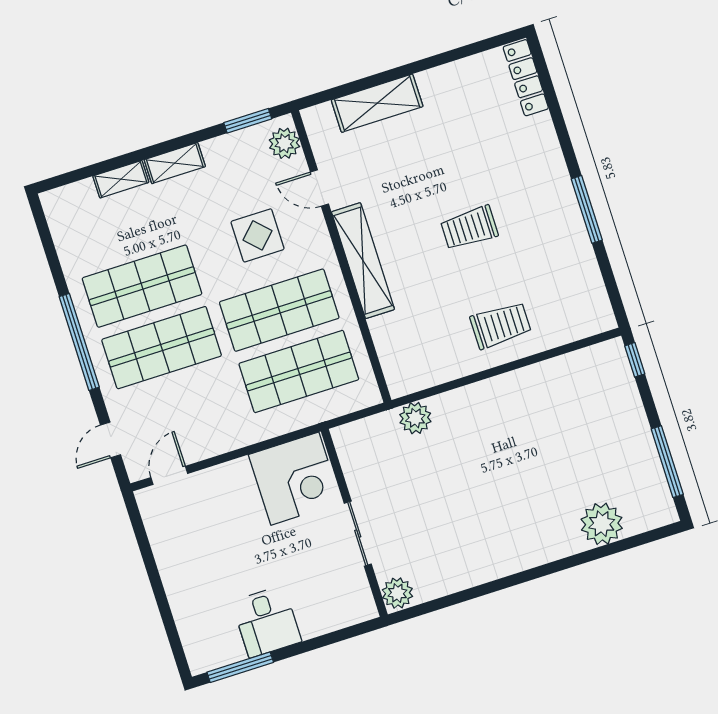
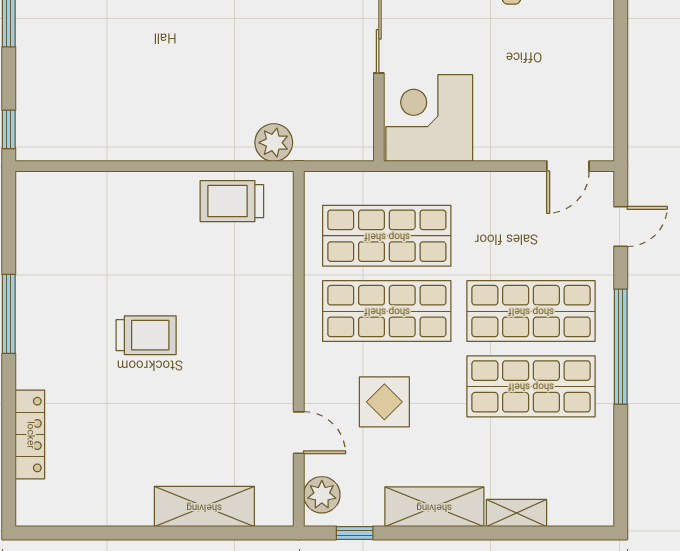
locker: (526, 78) -> (30, 435), moved
window: (248, 121) -> (355, 533), width x0.67
shelving: (175, 163) -> (434, 507), width x1.50, depth x1.33
shelving: (363, 261) -> (276, 336), removed
trolley: (501, 325) -> (232, 201), moved

